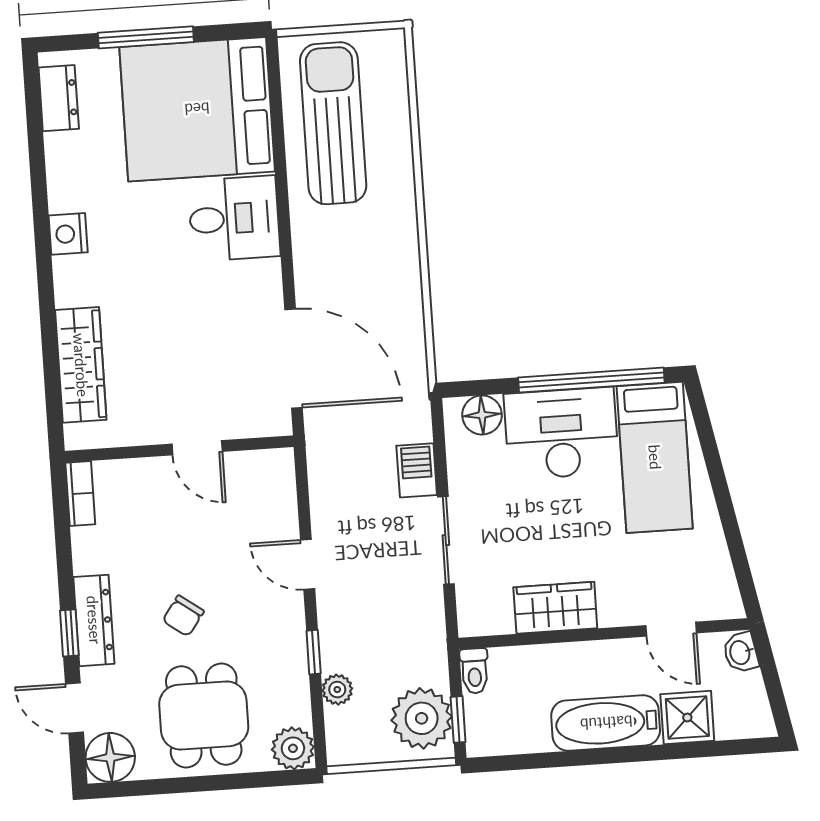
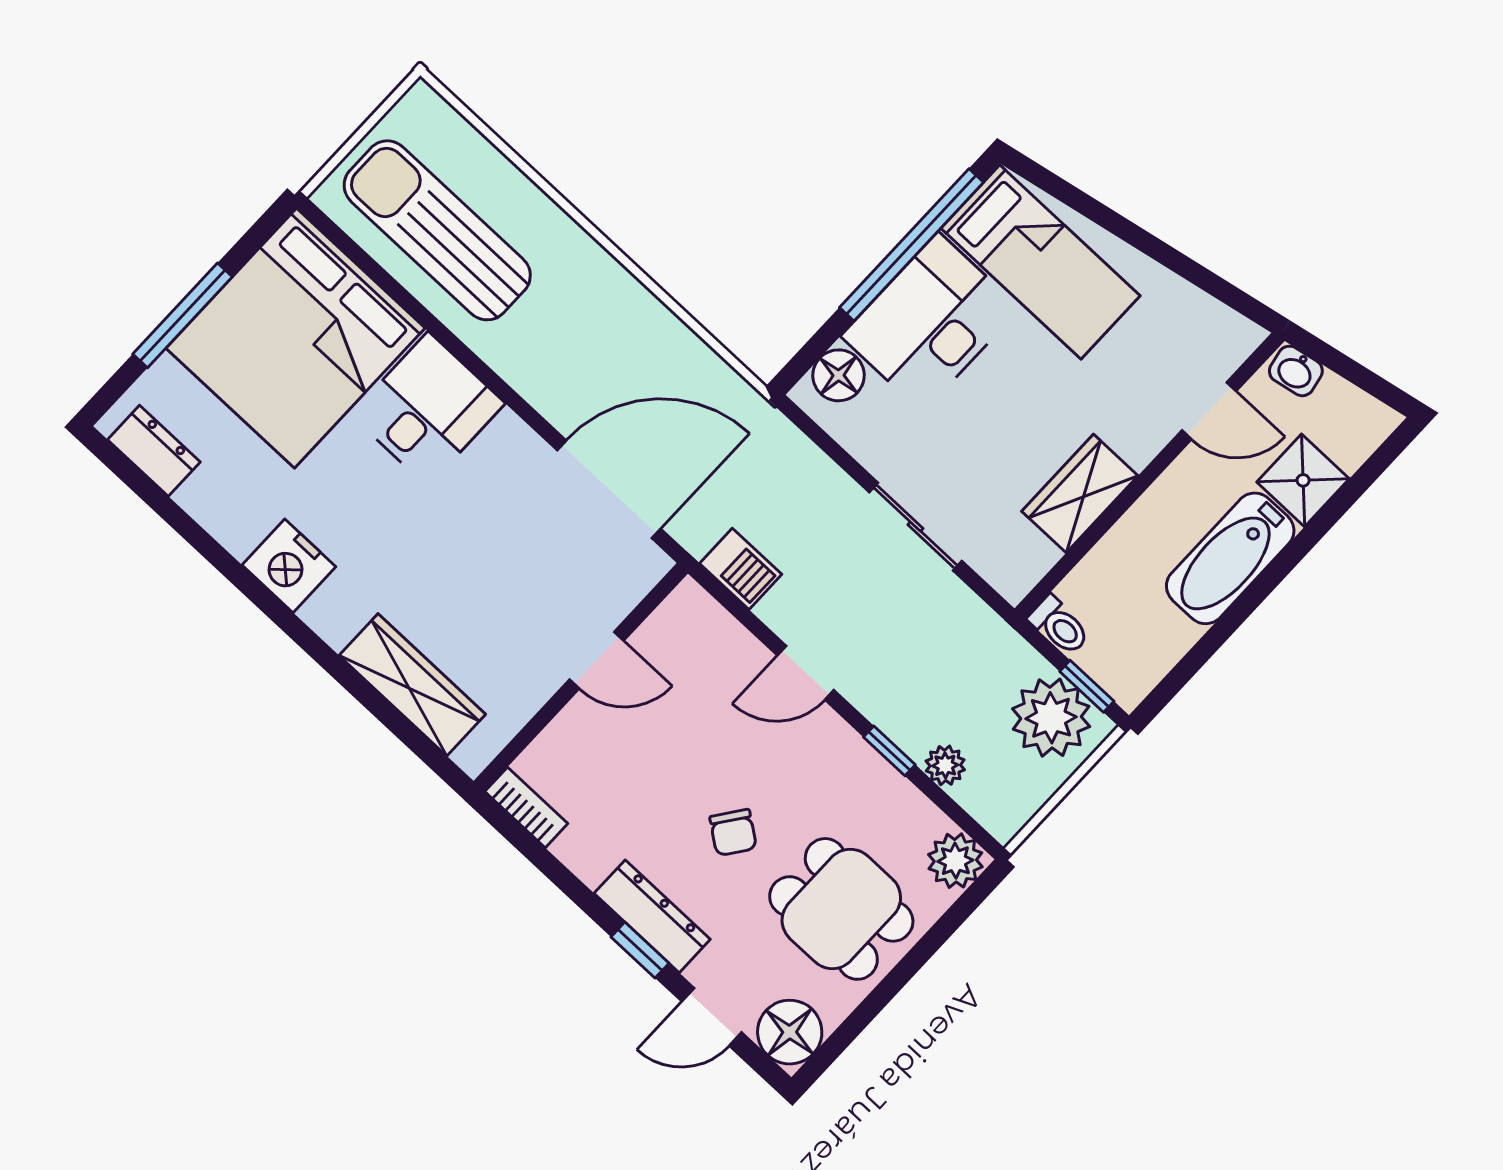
nightstand: (68, 234) -> (289, 566), width x1.36, depth x1.33
barbecue: (417, 470) -> (741, 569), moved, turned 180

